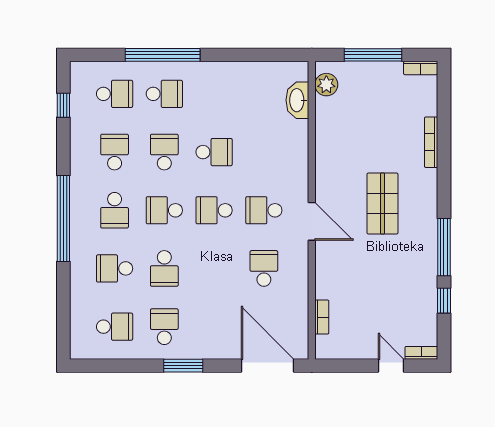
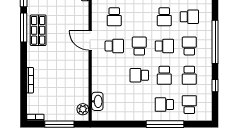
school desk: (115, 94) -> (189, 105), turned 90
window: (63, 105) -> (215, 86), moved
shop shelf: (382, 203) -> (38, 30), moved
school desk: (214, 210) -> (139, 46), turned -90
school desk: (164, 268) -> (164, 17), turned 180

